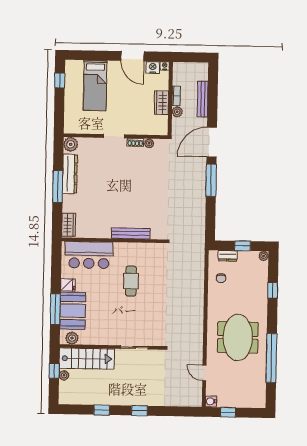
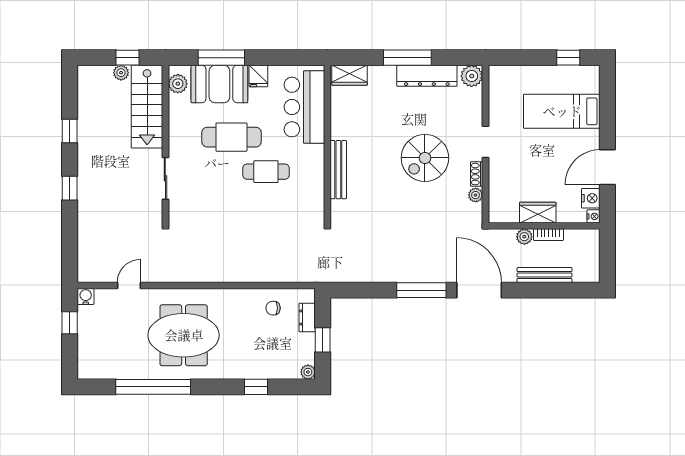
spiral stairs: (124, 176) -> (425, 158), added
cafe table: (108, 303) -> (231, 137), added

